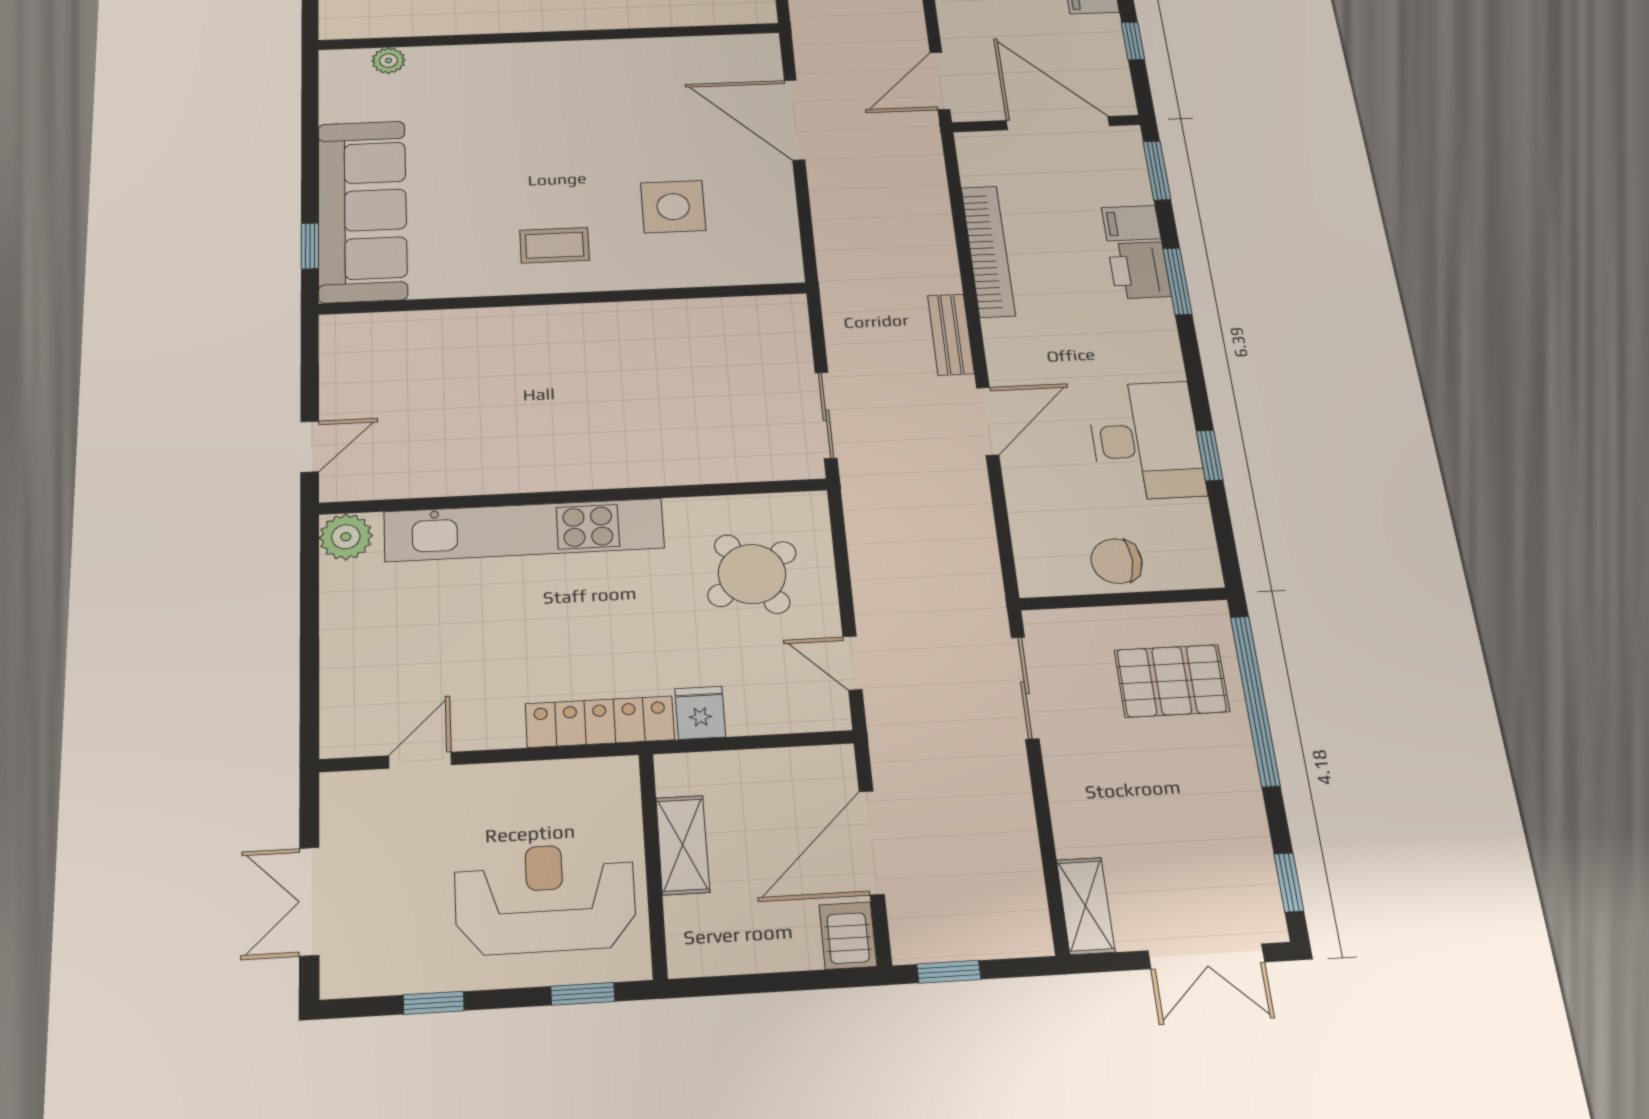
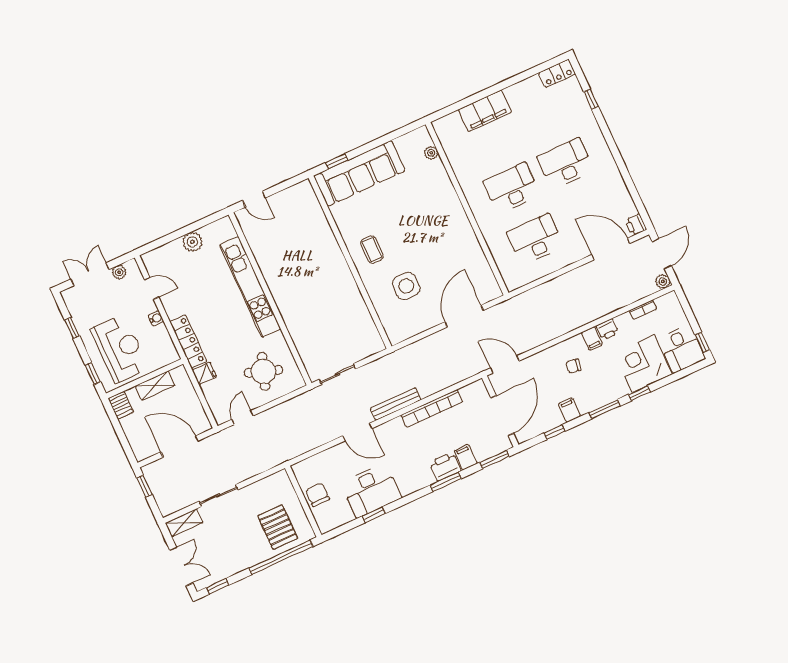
bench: (951, 335) -> (395, 404), width x1.36
plant: (346, 537) -> (192, 242), moved
round table: (752, 574) -> (263, 371), turned -37
sliding door: (1025, 688) -> (218, 496), moved
water cooler: (504, 778) -> (156, 318), added
plant: (339, 825) -> (119, 272), added
server rack: (848, 936) -> (121, 405), moved, turned 90
double door: (1206, 956) -> (181, 567), swing flipped

